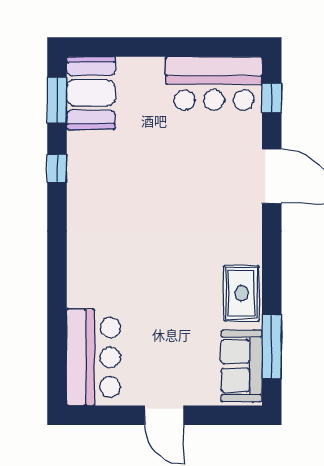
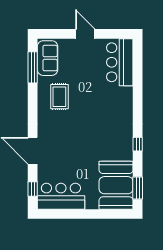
booth: (91, 93) -> (116, 185), width x1.36, depth x1.42
window: (57, 168) -> (138, 144), moved
rug: (242, 293) -> (59, 97), moved

